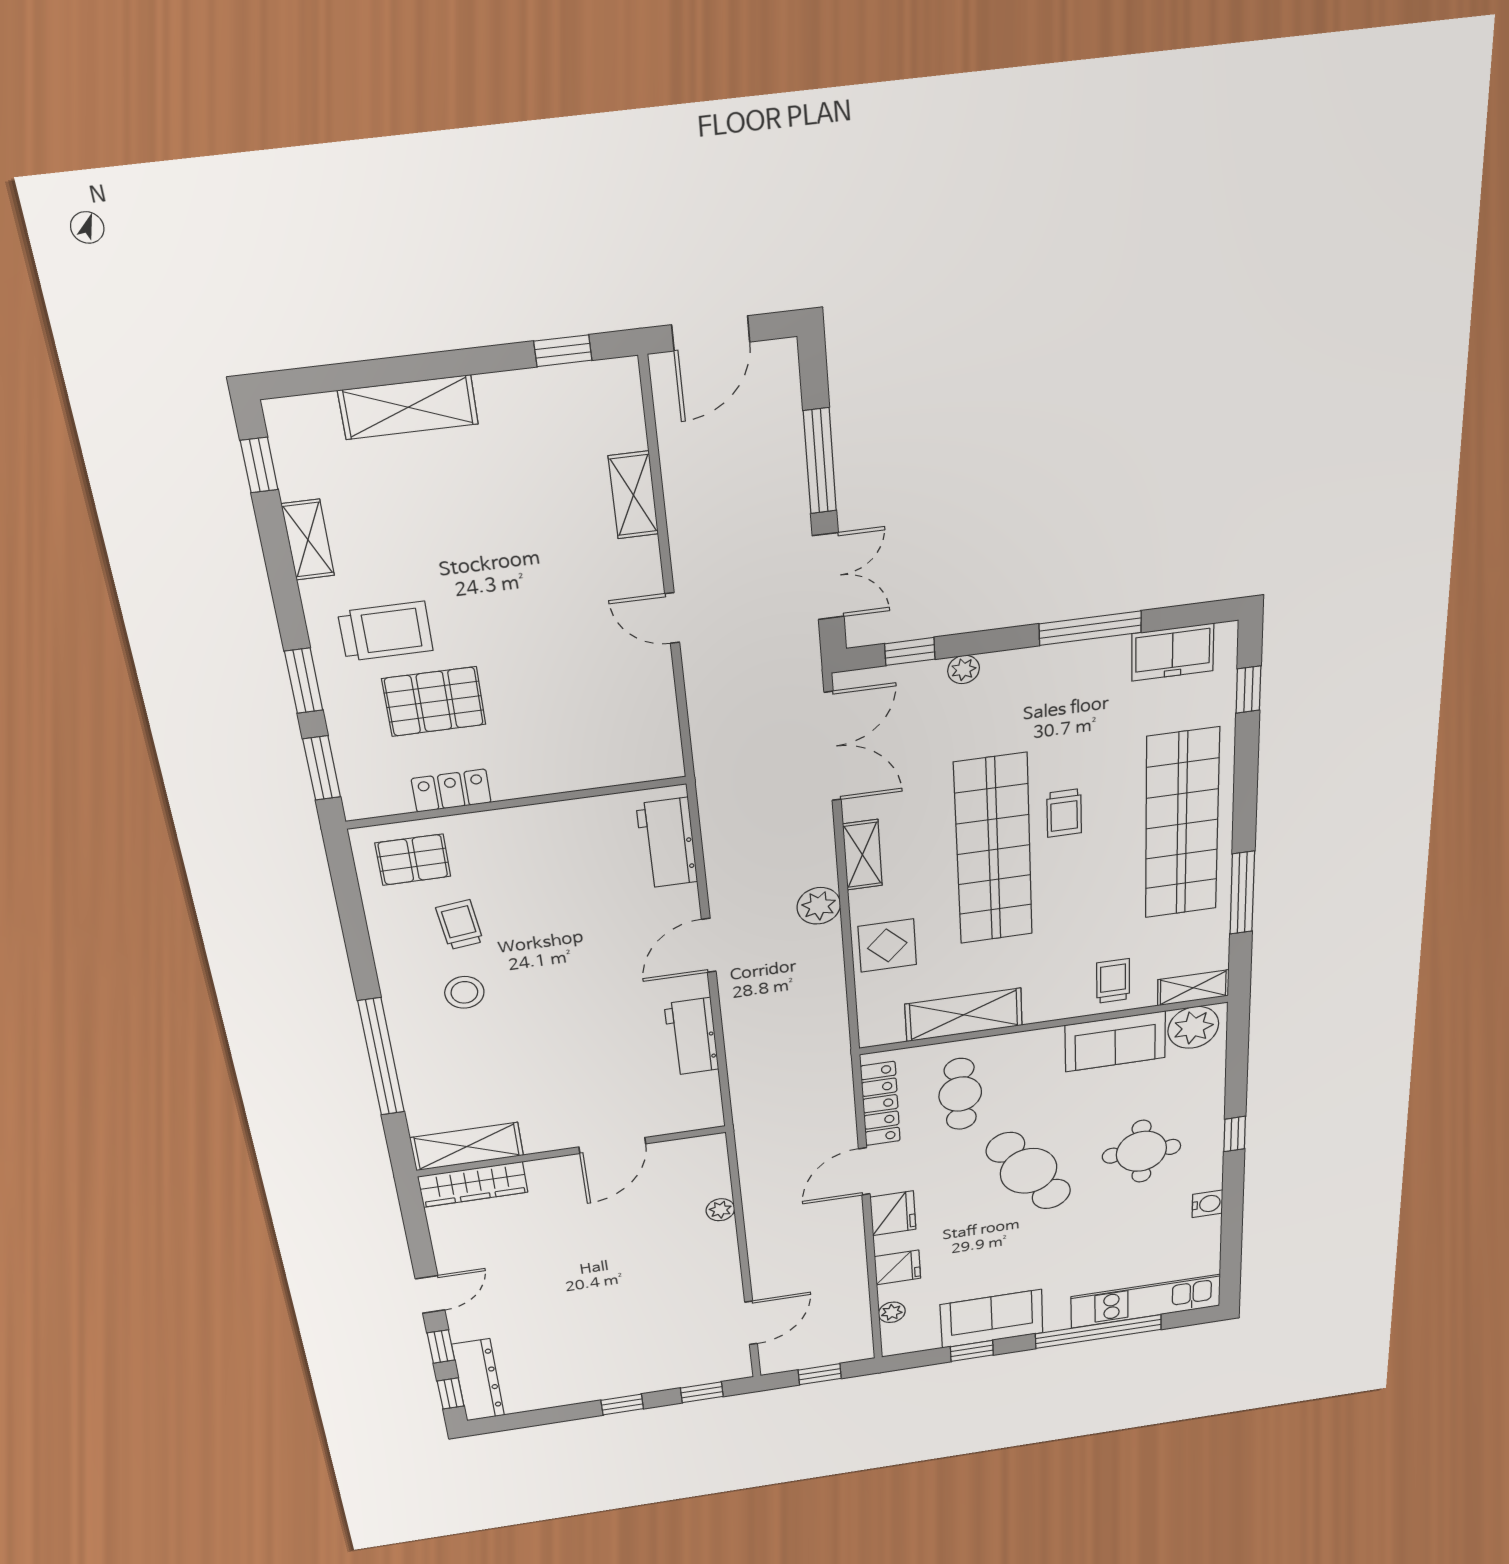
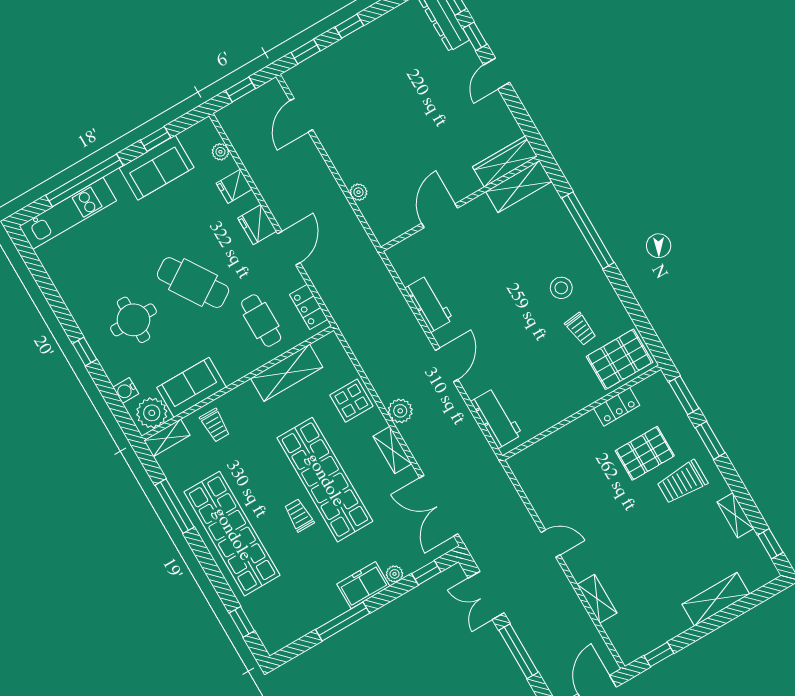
freezer: (1173, 652) -> (363, 585), moved
pallet: (413, 860) -> (620, 359), width x1.50, depth x1.42
locker: (880, 1104) -> (309, 307), width x0.66
water cooler: (1207, 1204) -> (126, 390), moved

